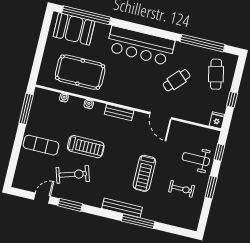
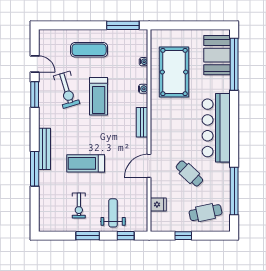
fridge: (217, 120) -> (158, 204), moved
exercise mat: (41, 145) -> (89, 50), turned 90

